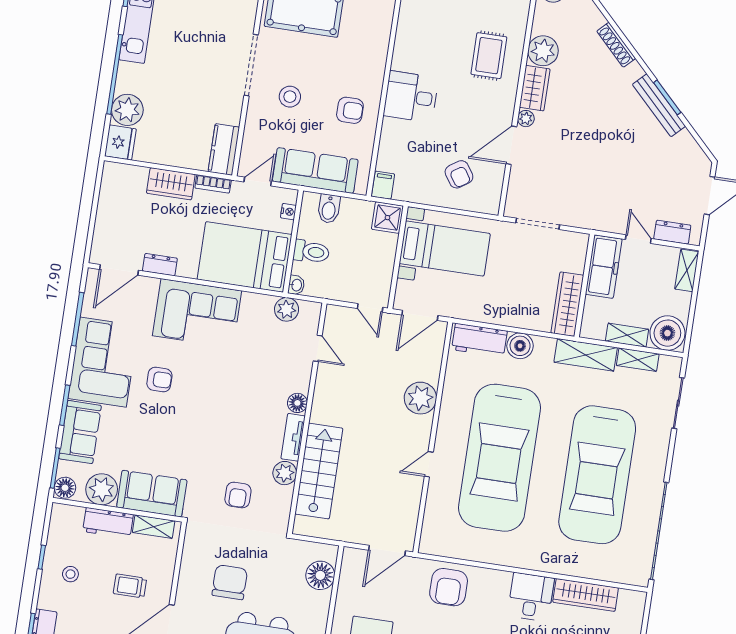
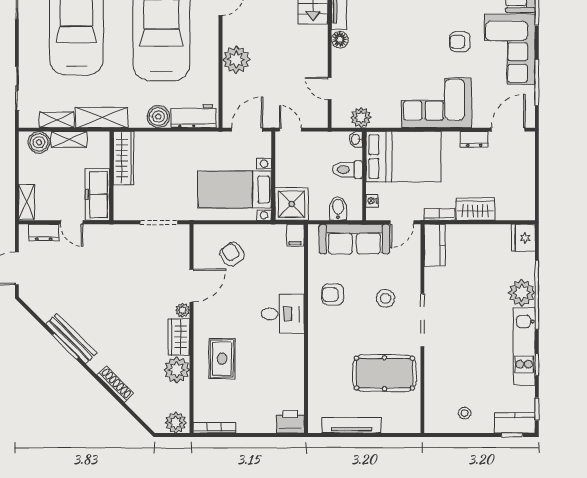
plant: (127, 110) -> (522, 293), moved
shower: (387, 218) -> (292, 204), width x1.36, depth x1.36
boiler: (667, 333) -> (39, 142), width x0.73, depth x0.73

